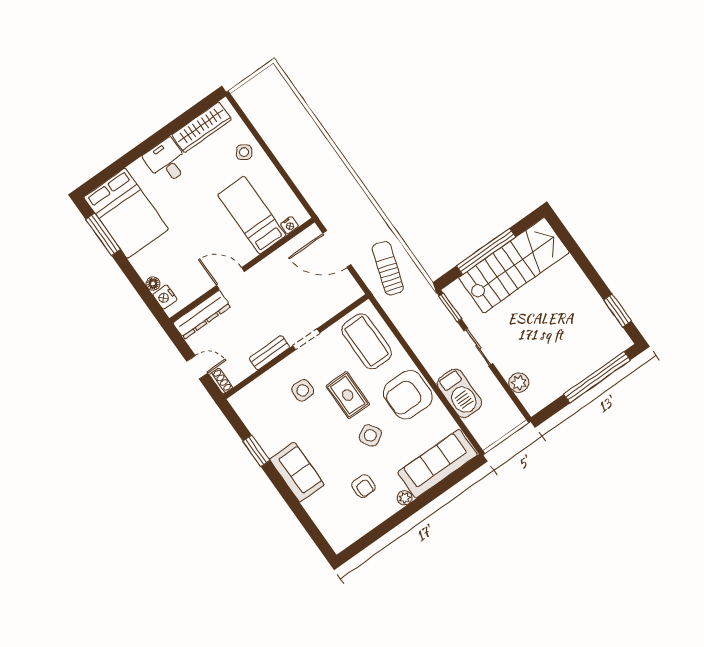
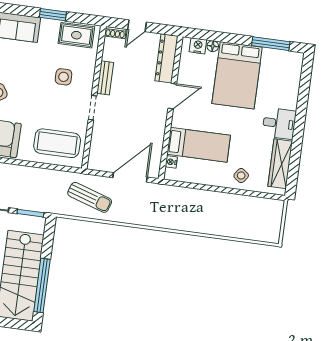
bed: (126, 213) -> (237, 75), moved, turned -90
window: (486, 251) -> (42, 285), moved
rug: (348, 395) -> (76, 35), moved

